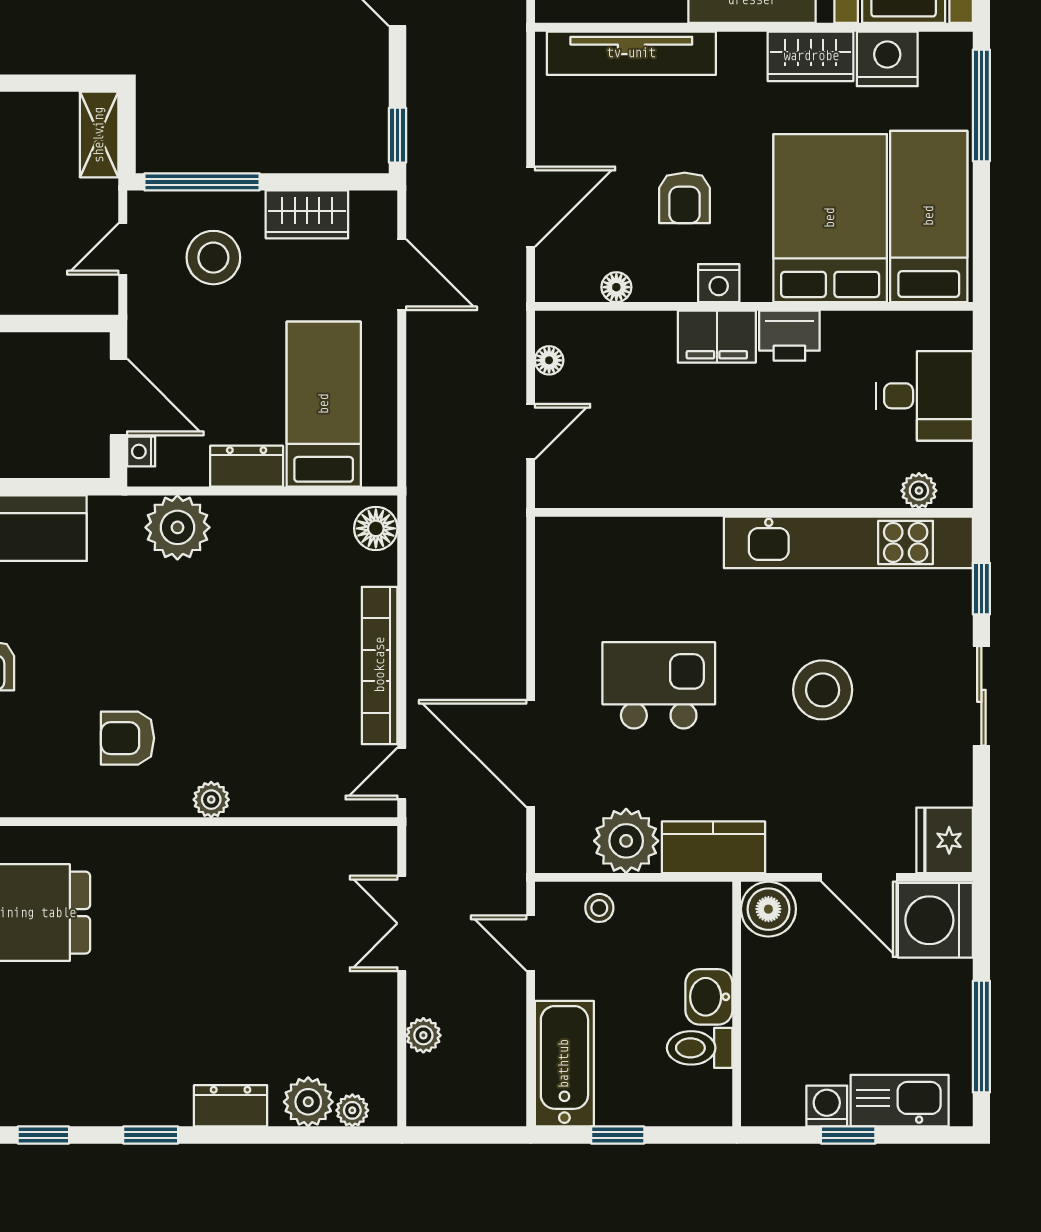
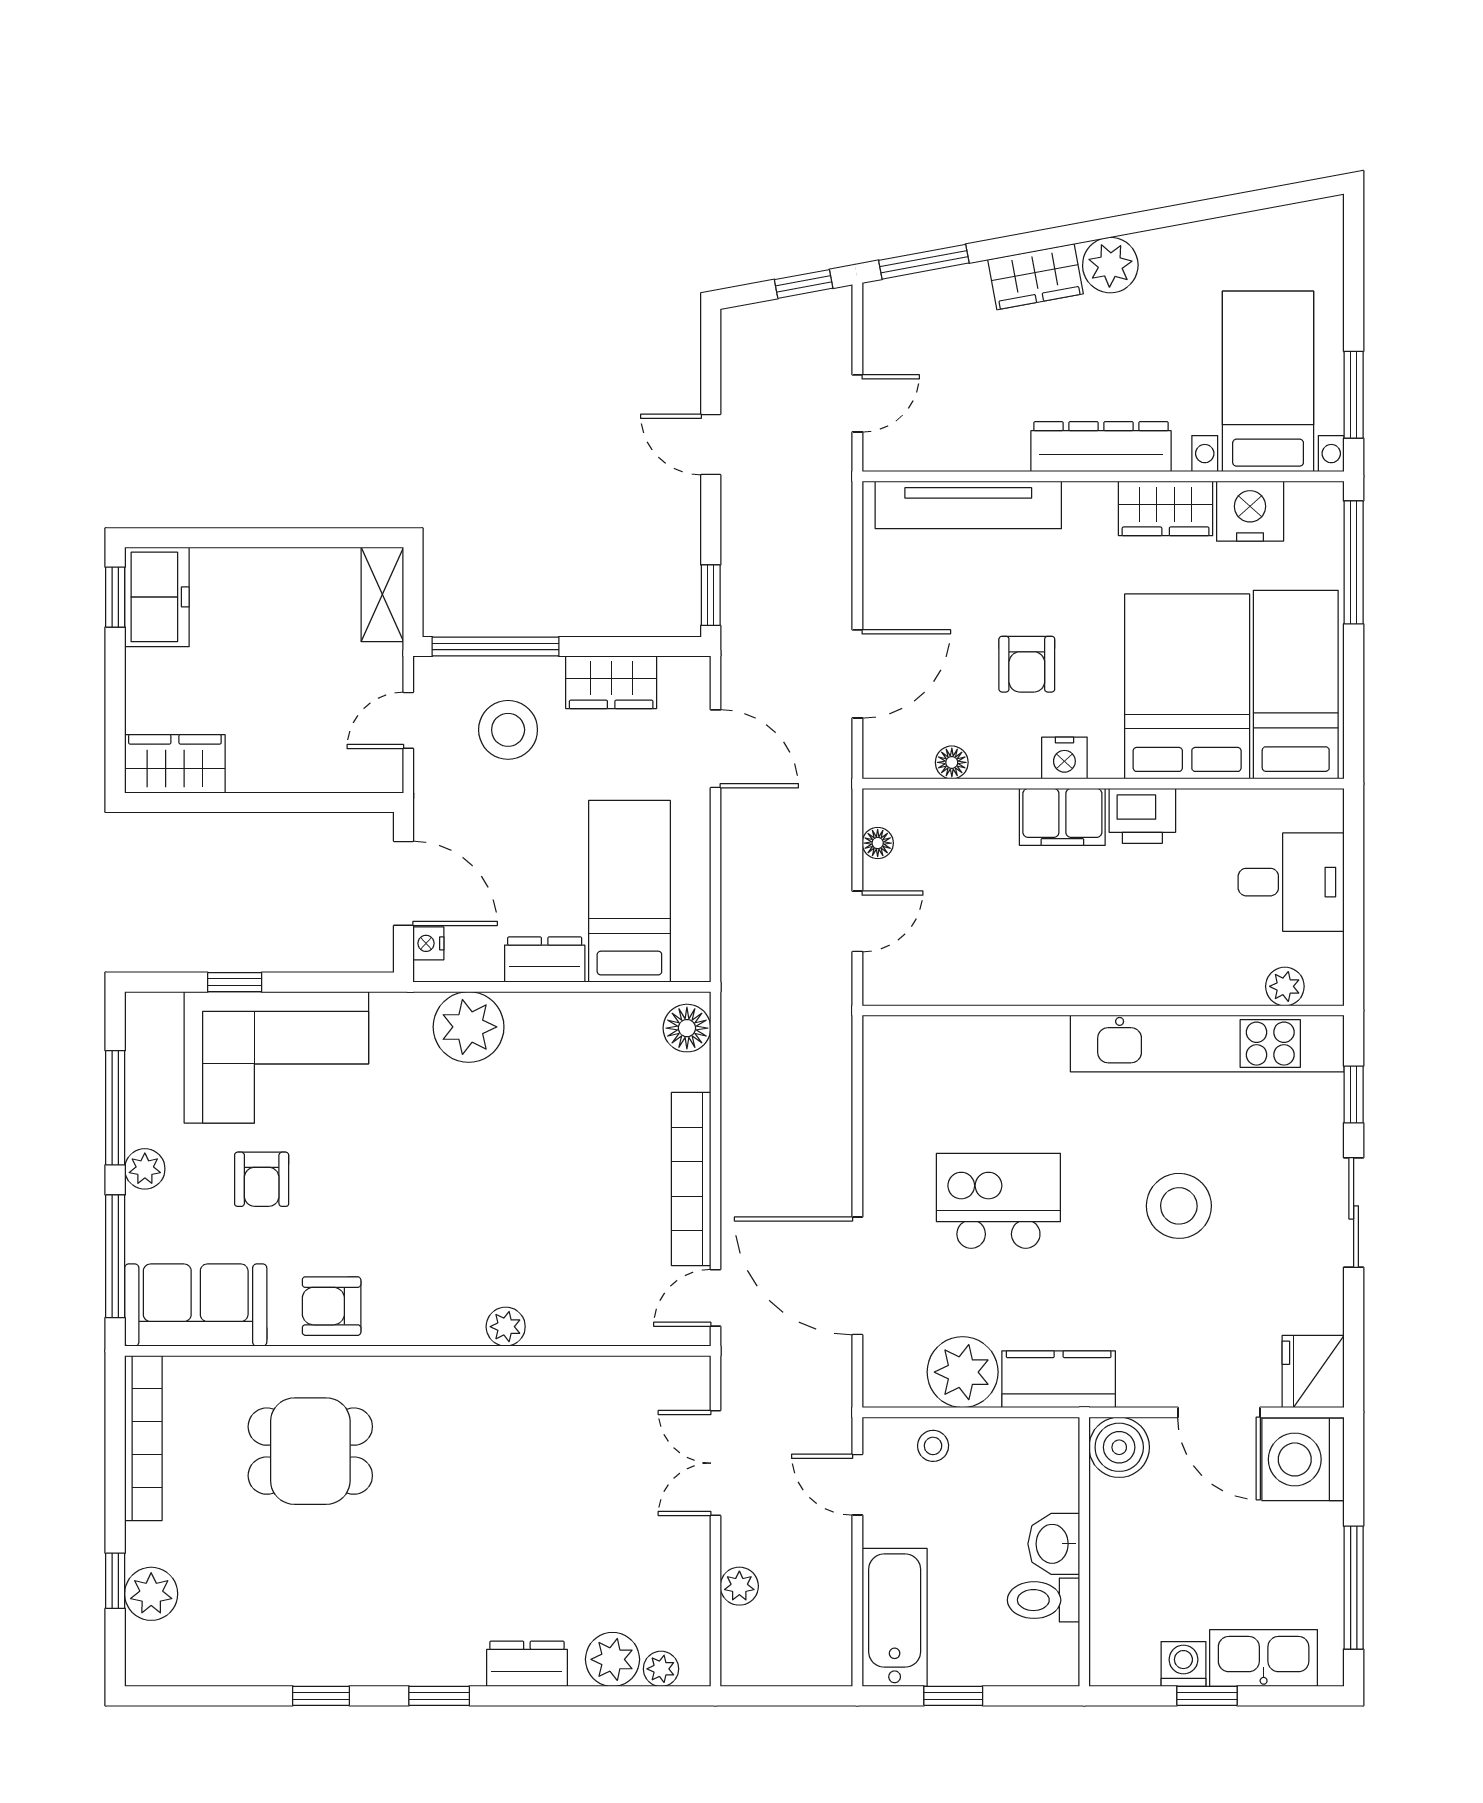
armchair: (128, 738) -> (332, 1306), moved

